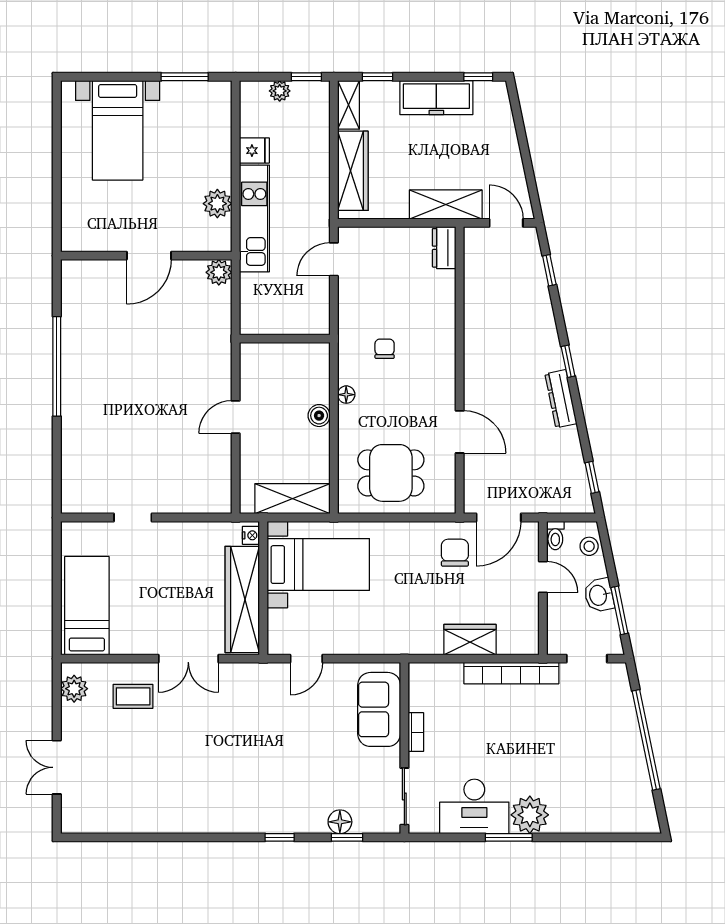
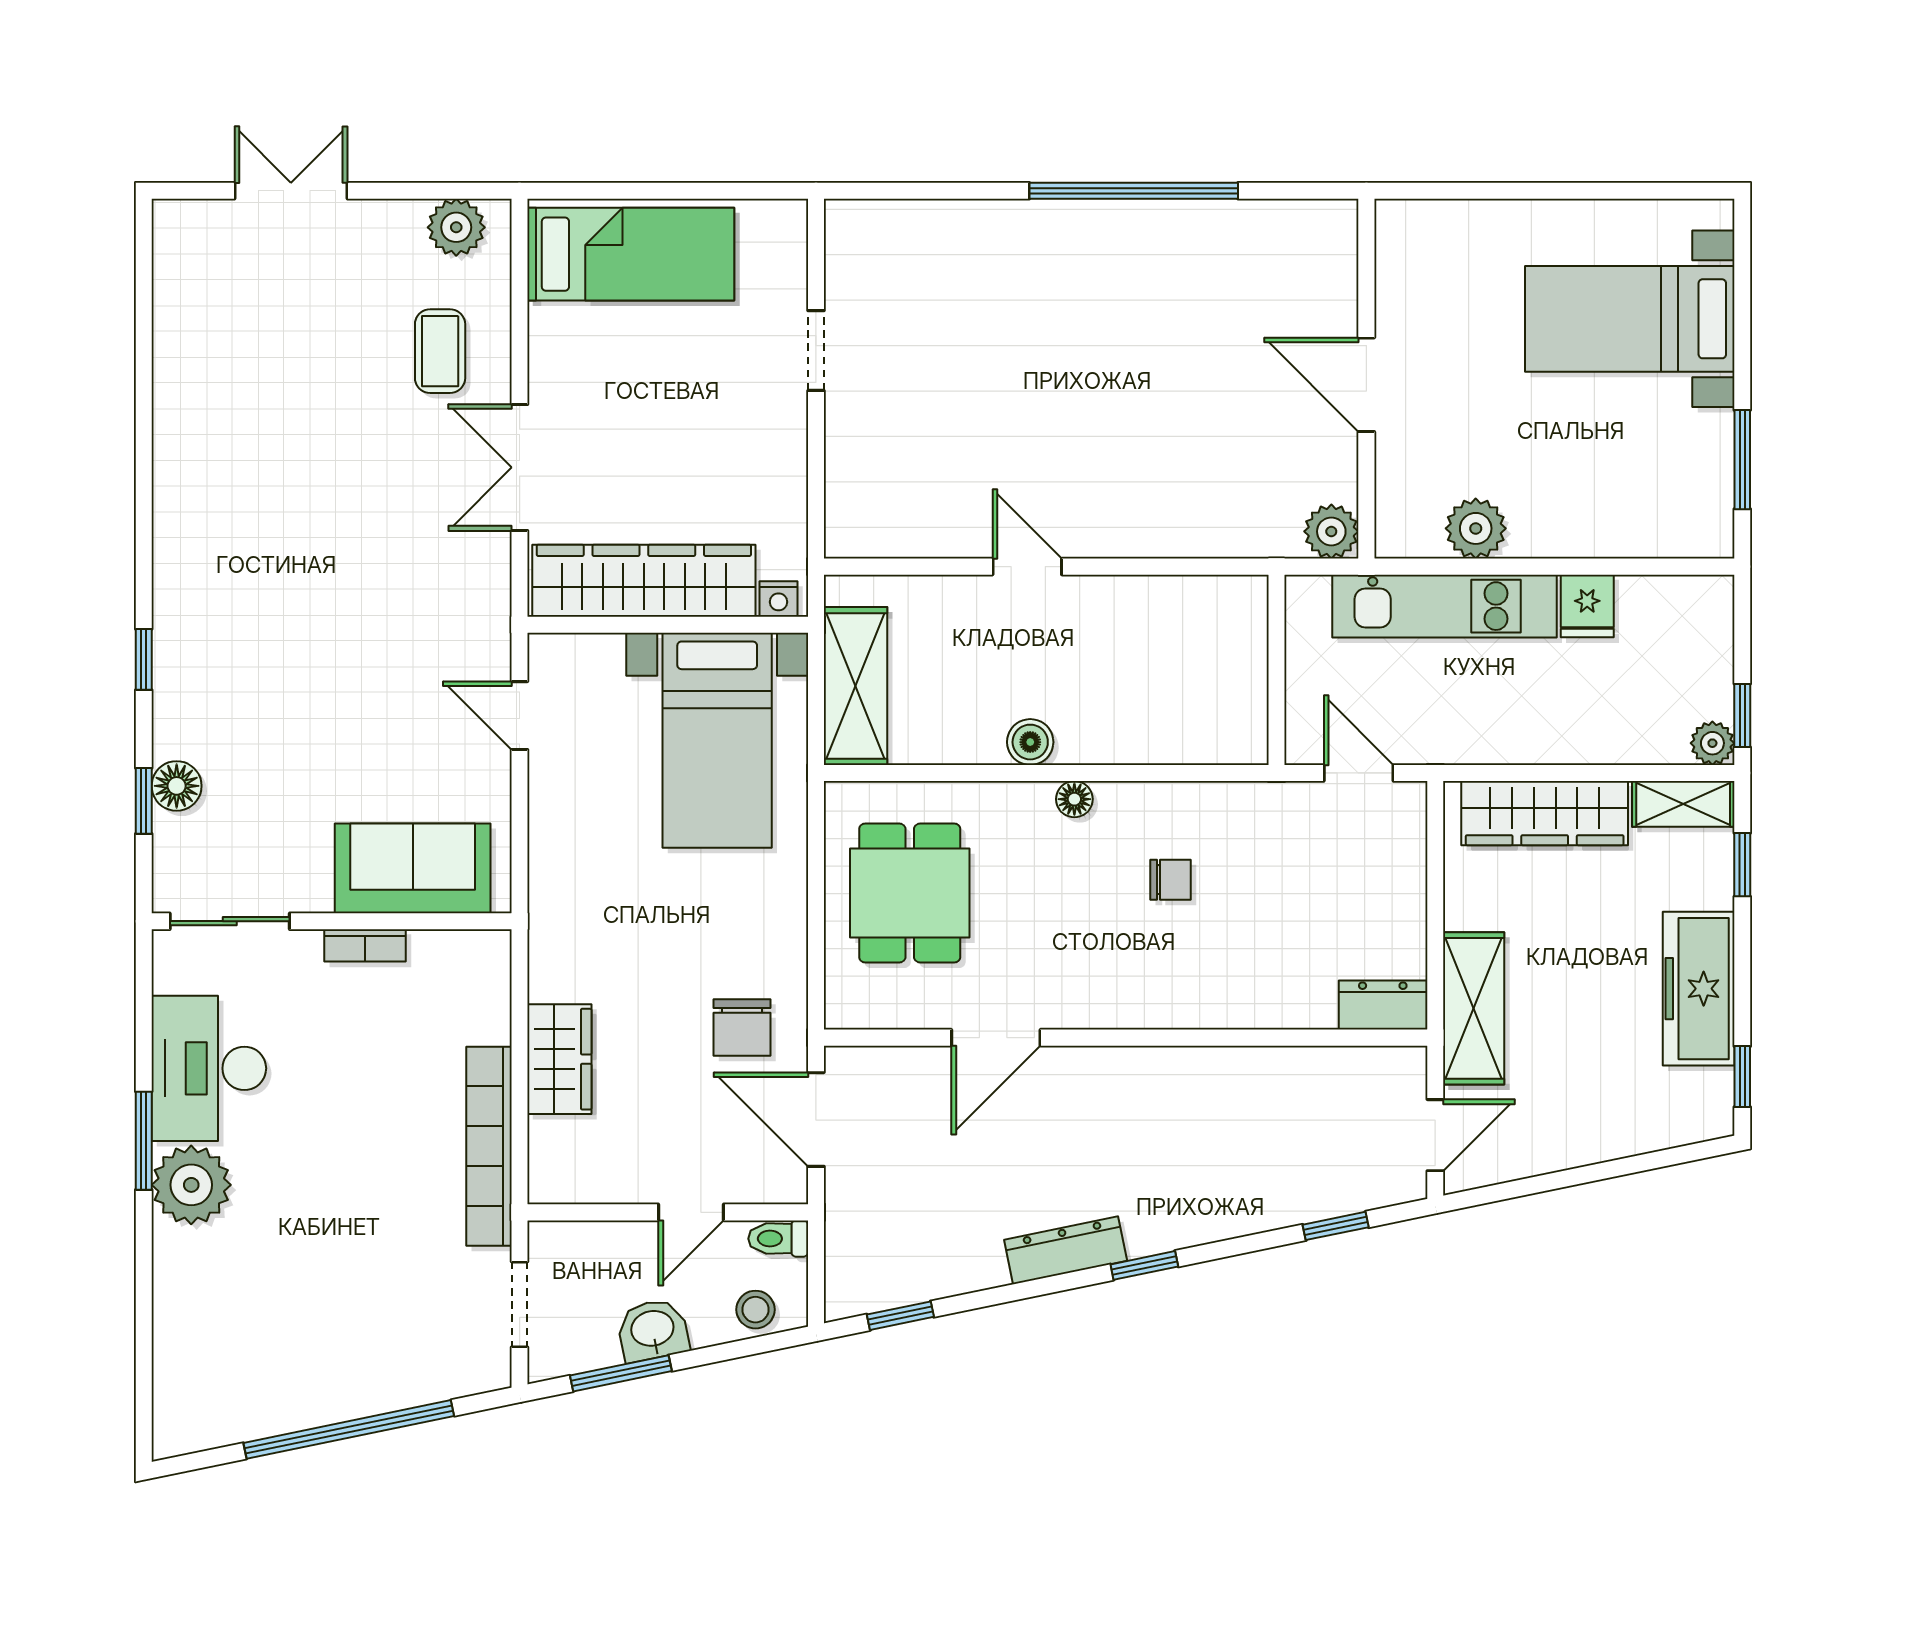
plant: (280, 91) -> (1712, 743), moved
wall: (285, 339) -> (1276, 670), moved
chair: (455, 553) -> (742, 1027), turned 90

